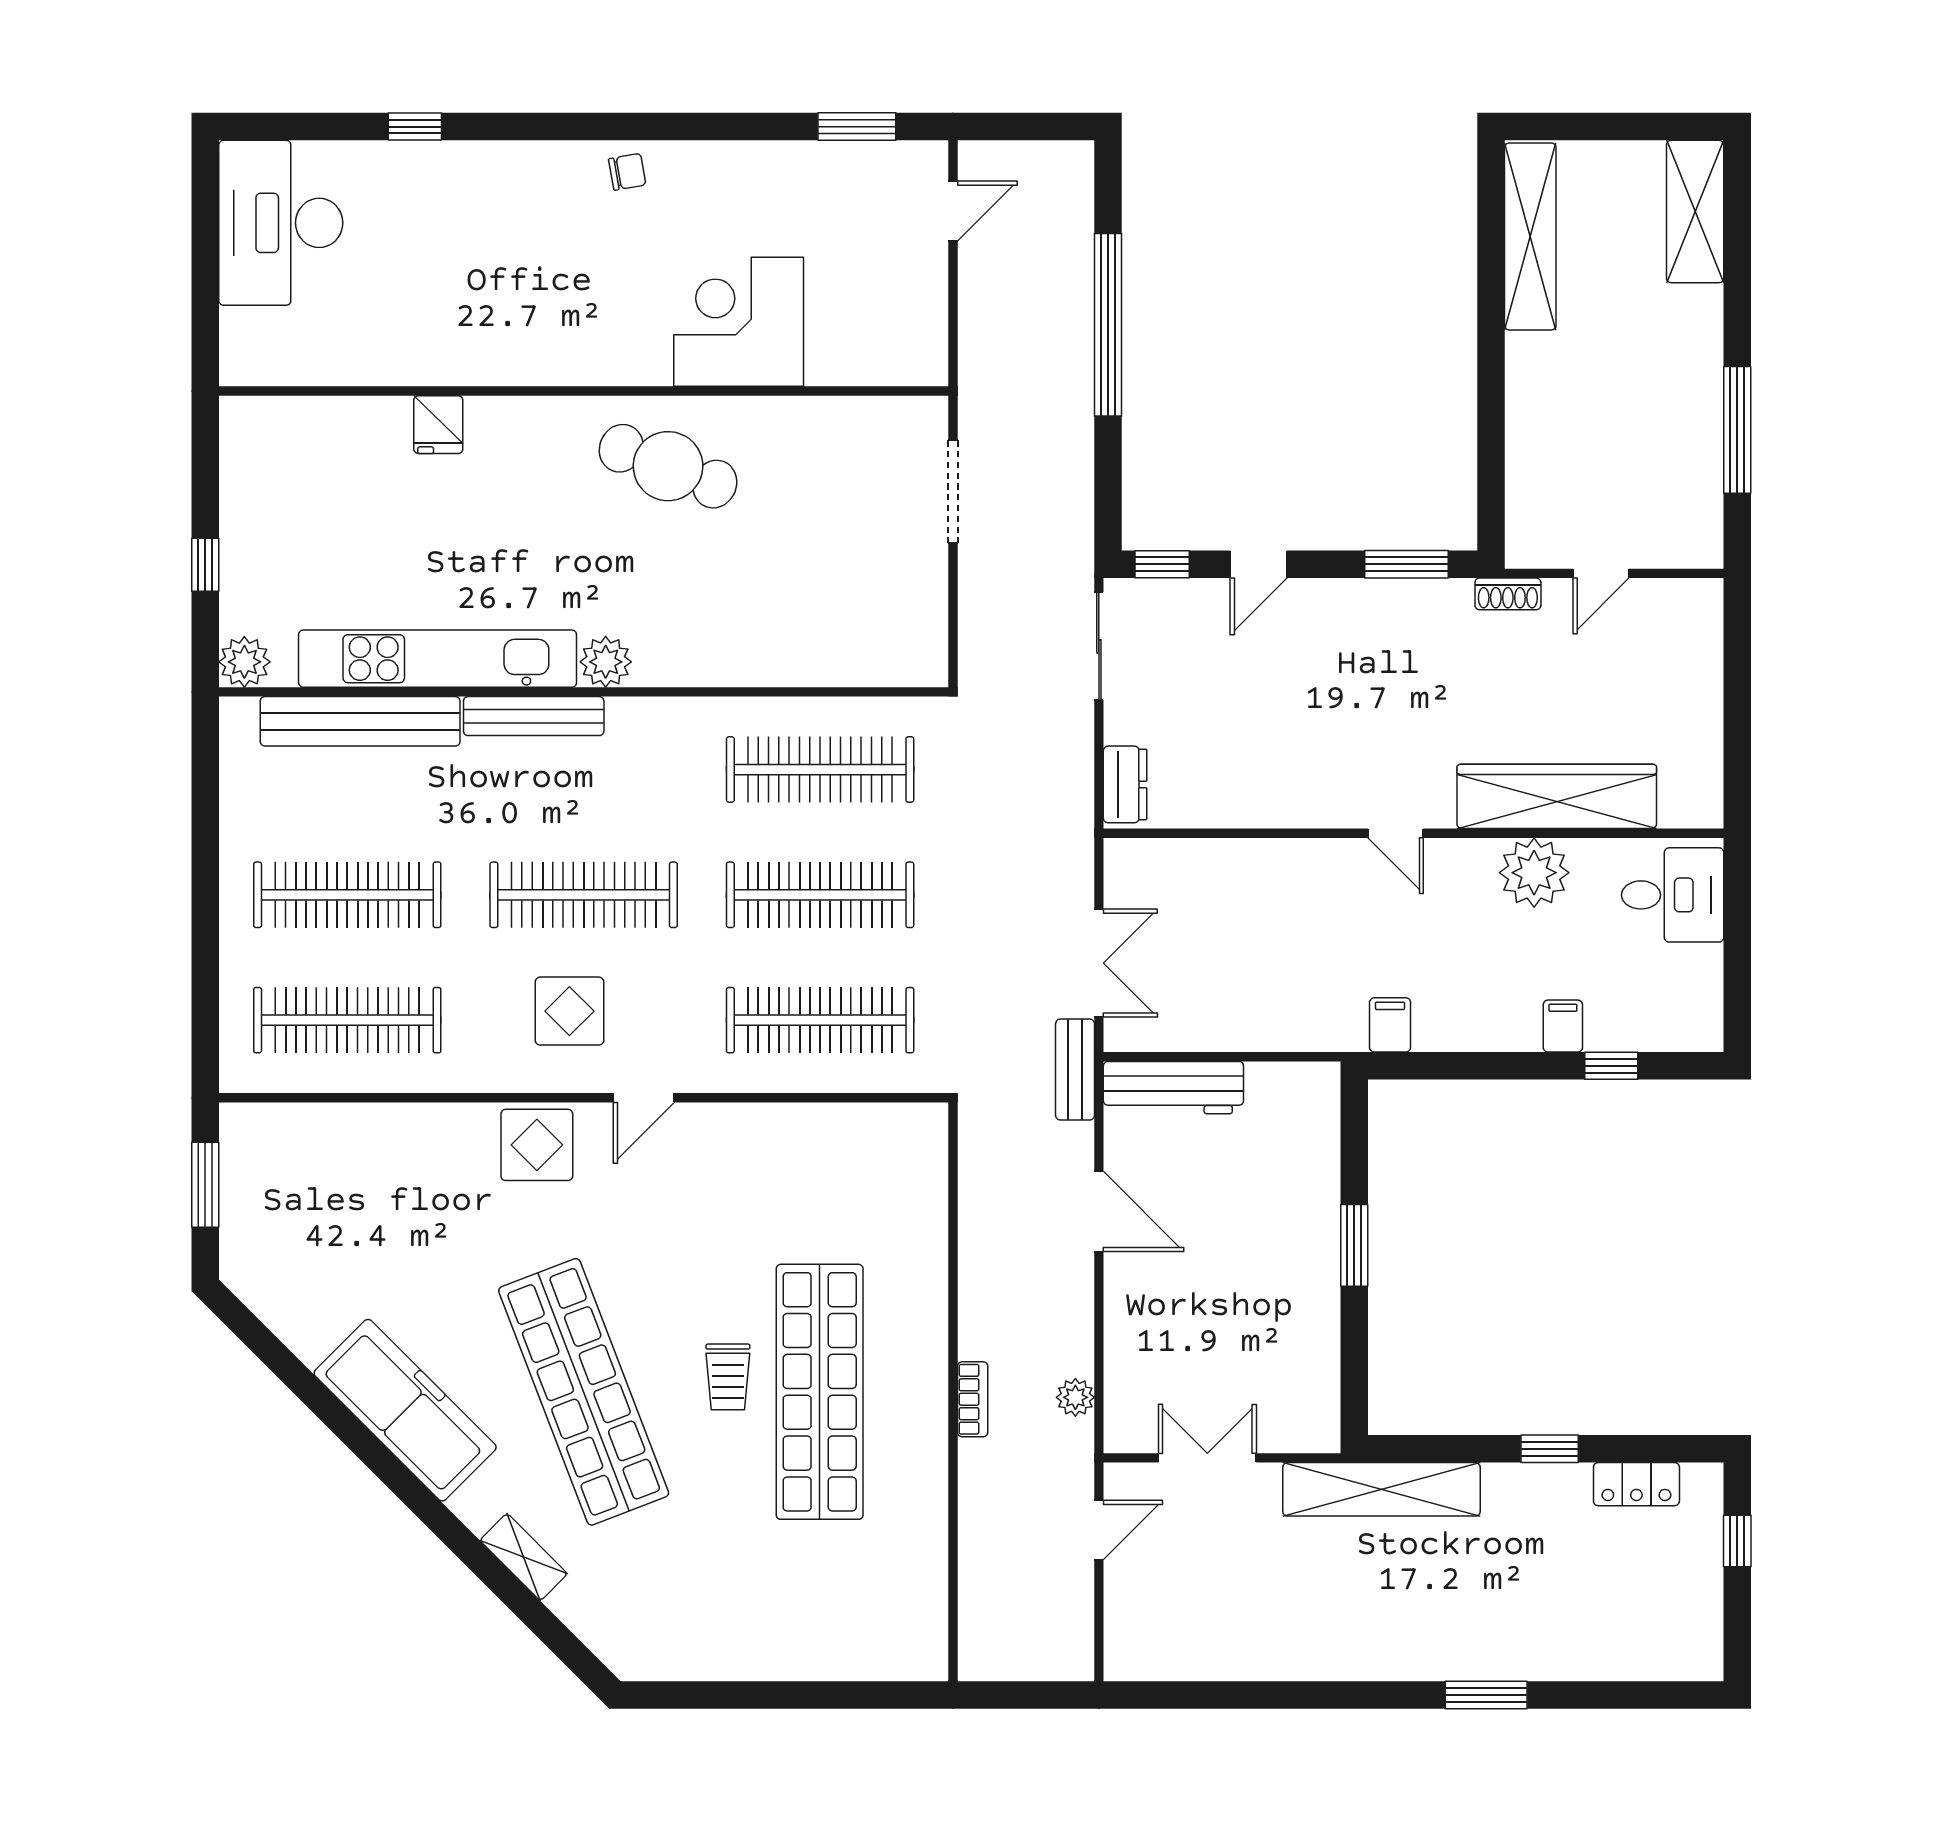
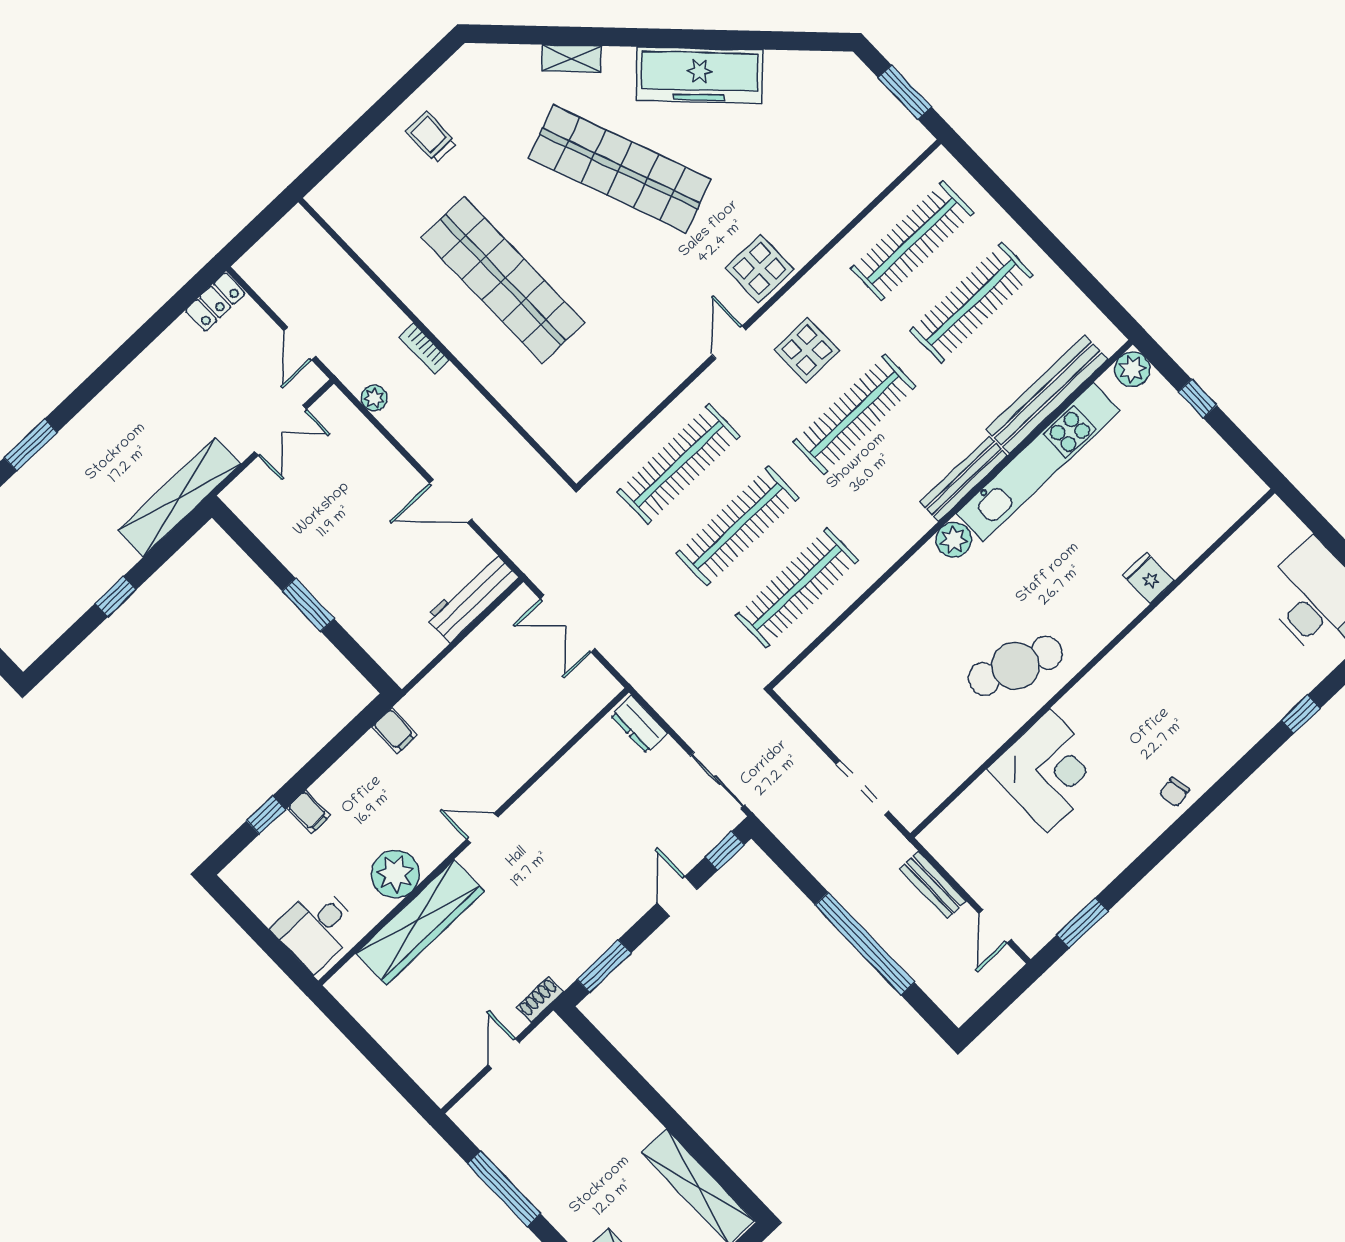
bench: (1075, 1070) -> (933, 885), moved
trolley: (728, 1377) -> (431, 137), moved
locker: (1636, 1484) -> (215, 302), moved, turned 180

